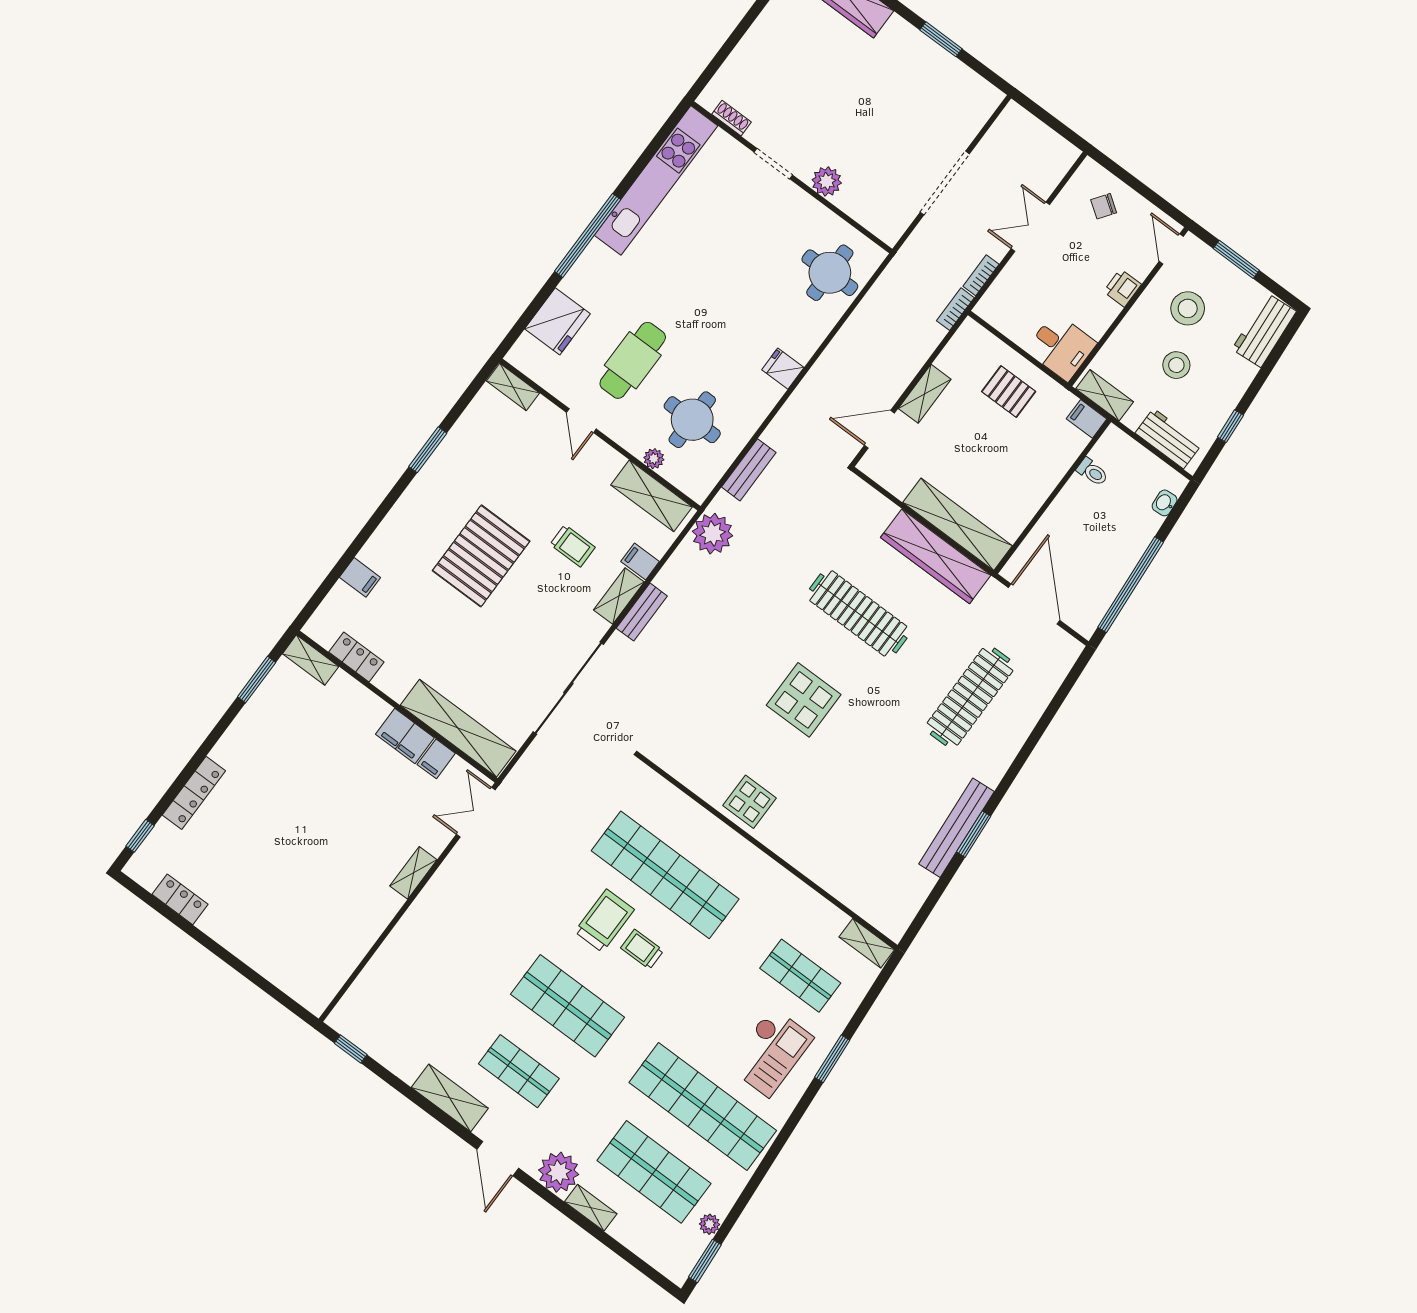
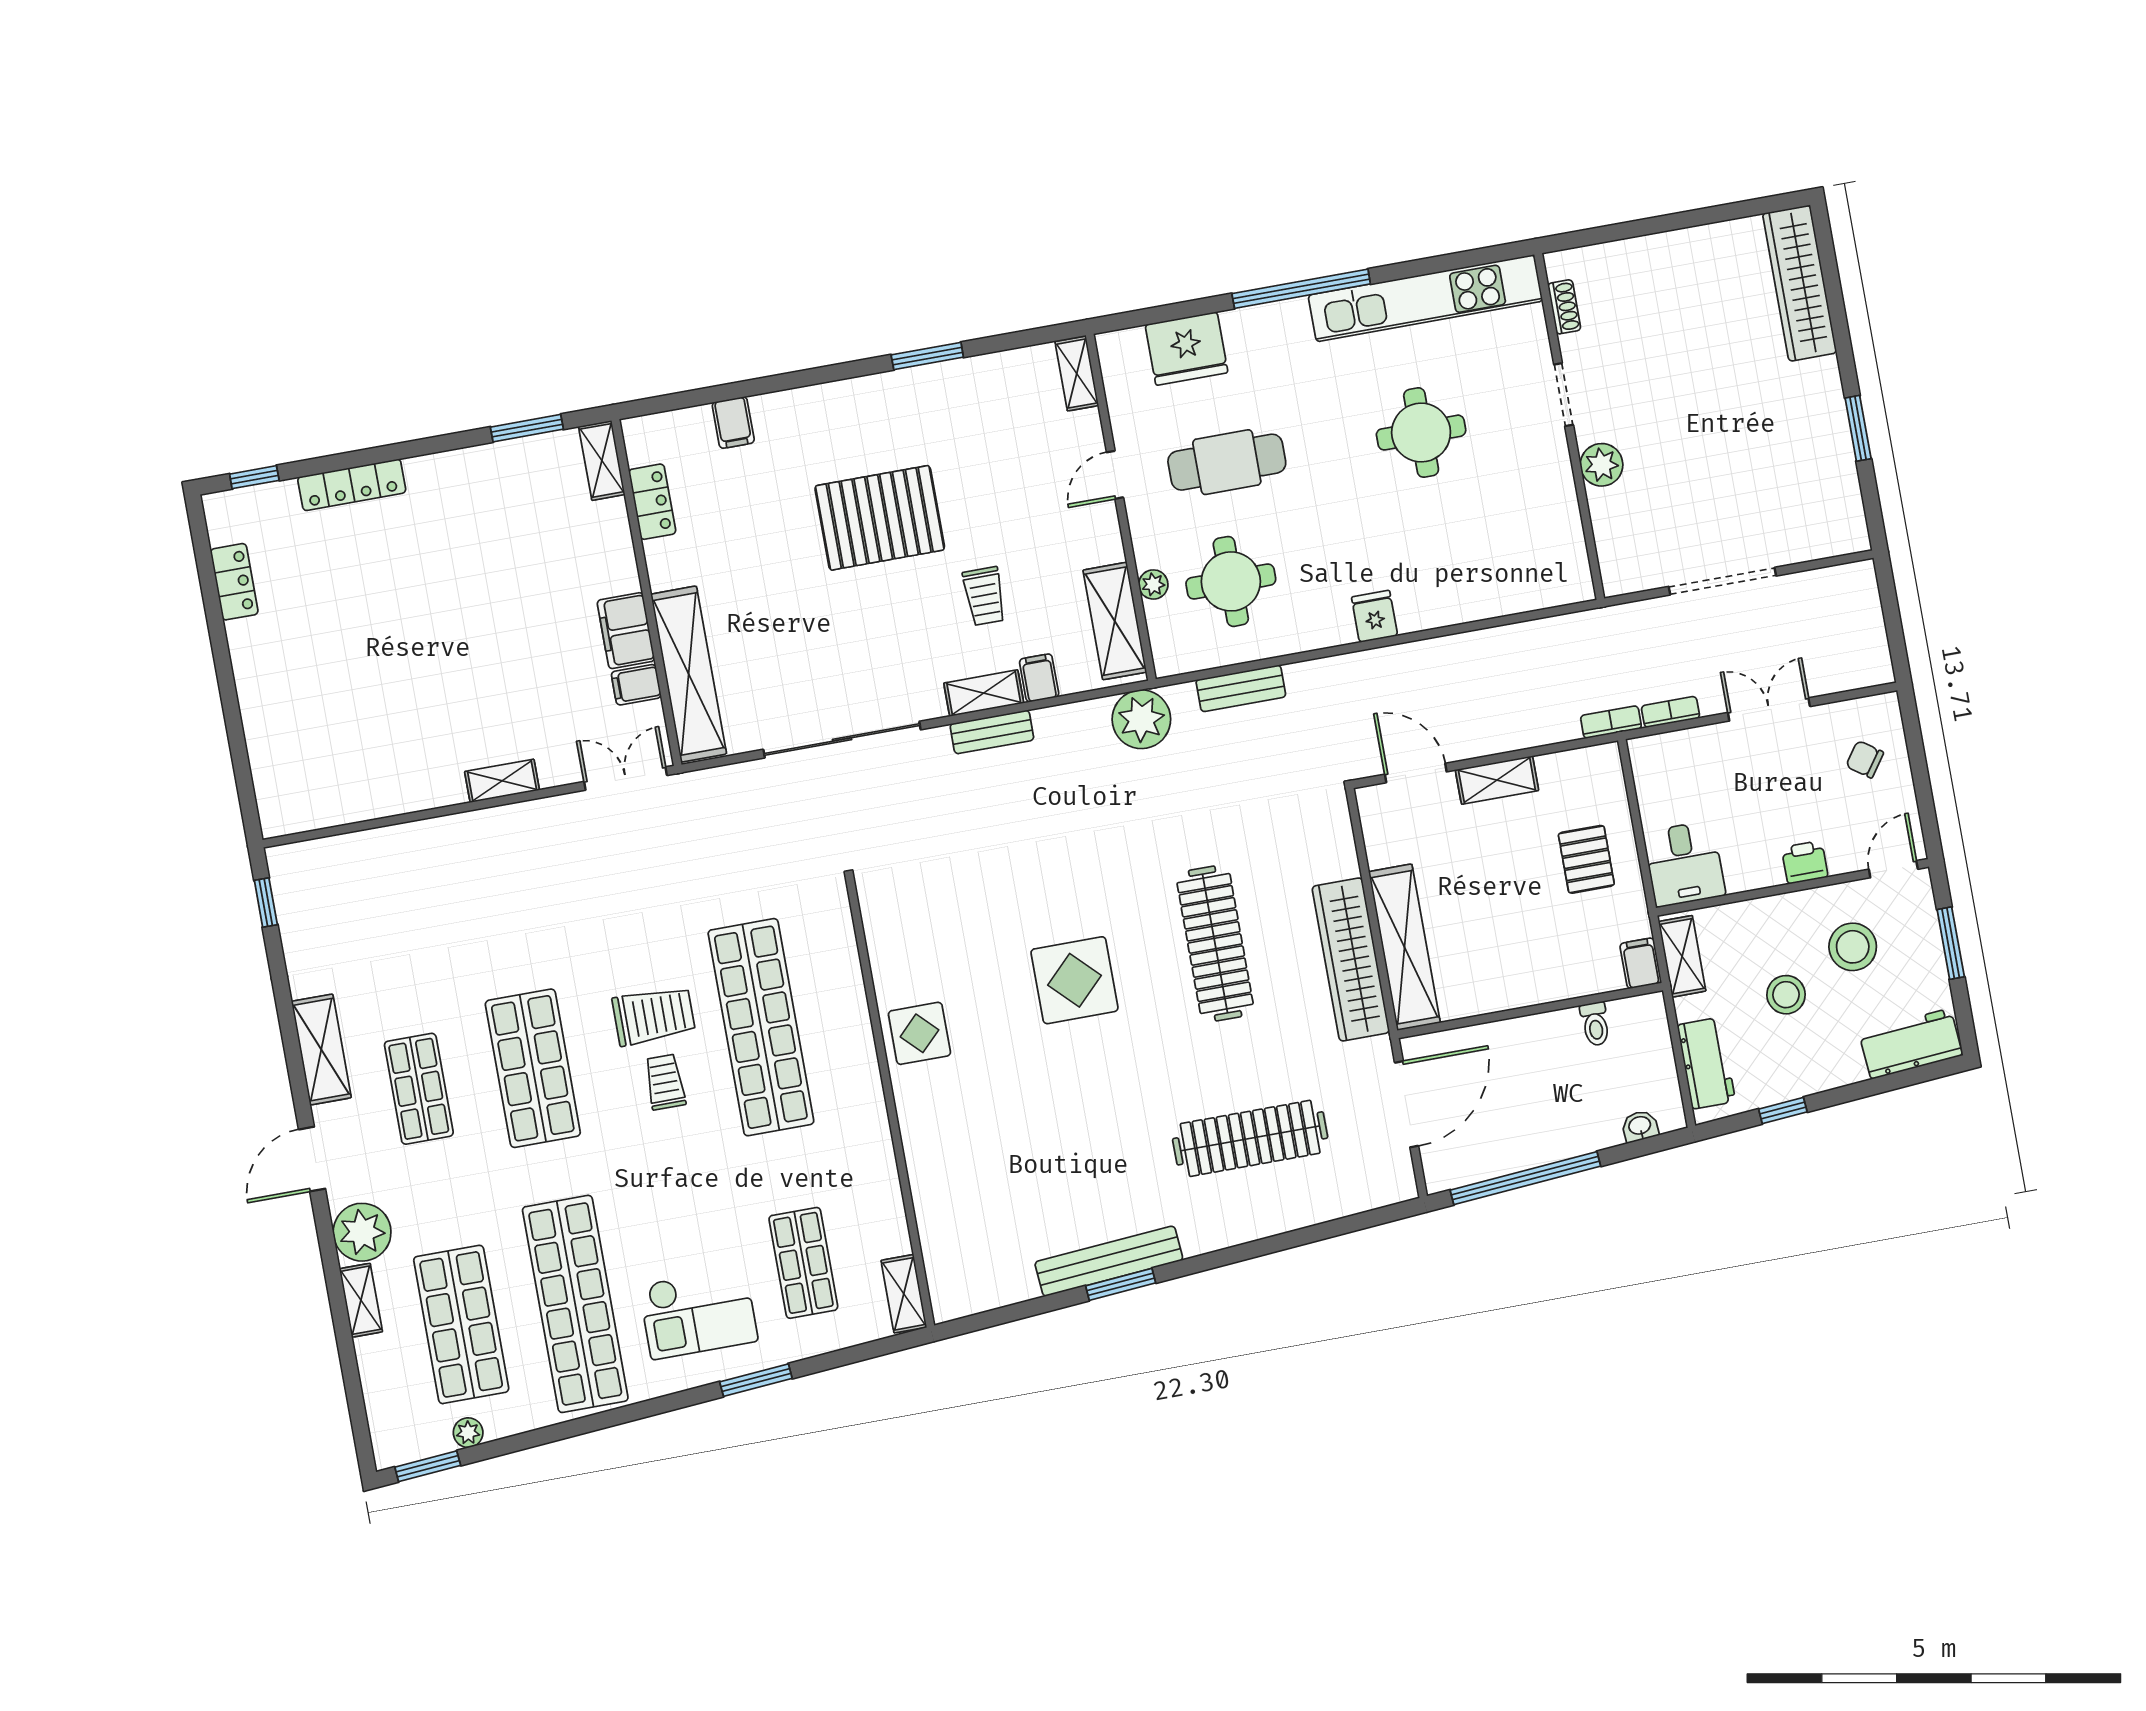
round table: (830, 273) -> (1421, 433), moved

